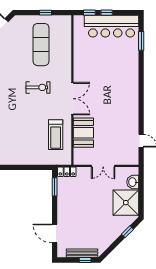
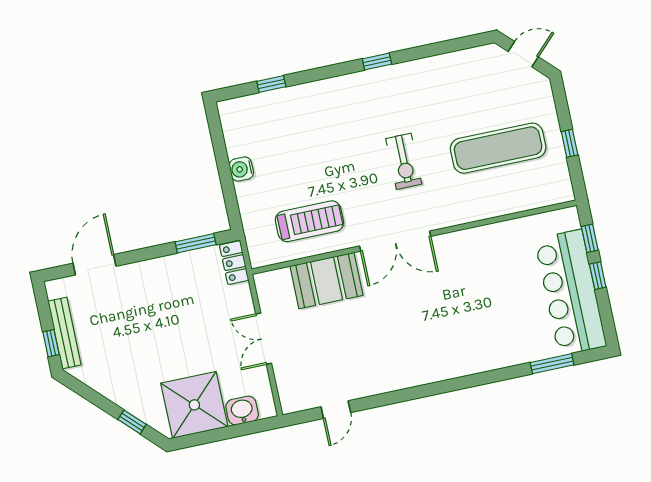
treadmill: (56, 135) -> (309, 221), turned 180
water cooler: (26, 160) -> (241, 169), added

